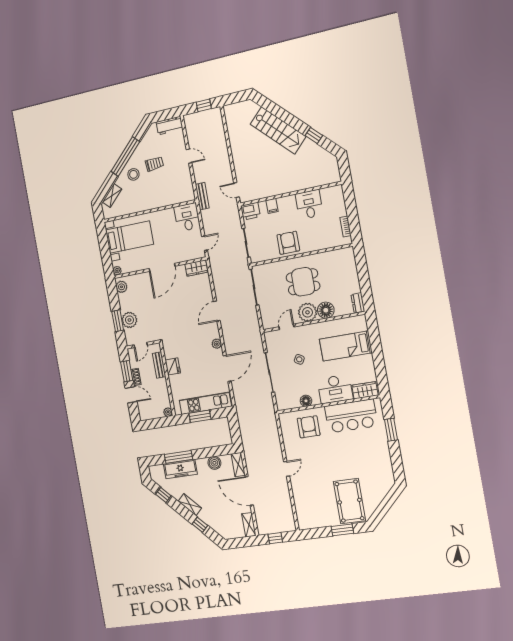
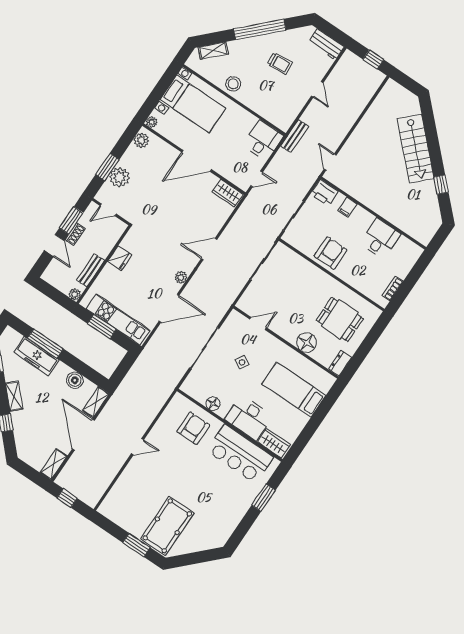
stool: (133, 174) -> (233, 84), moved
dining table: (303, 282) -> (340, 319), moved
plant: (307, 312) -> (289, 329), removed
bench: (159, 365) -> (91, 270), moved

